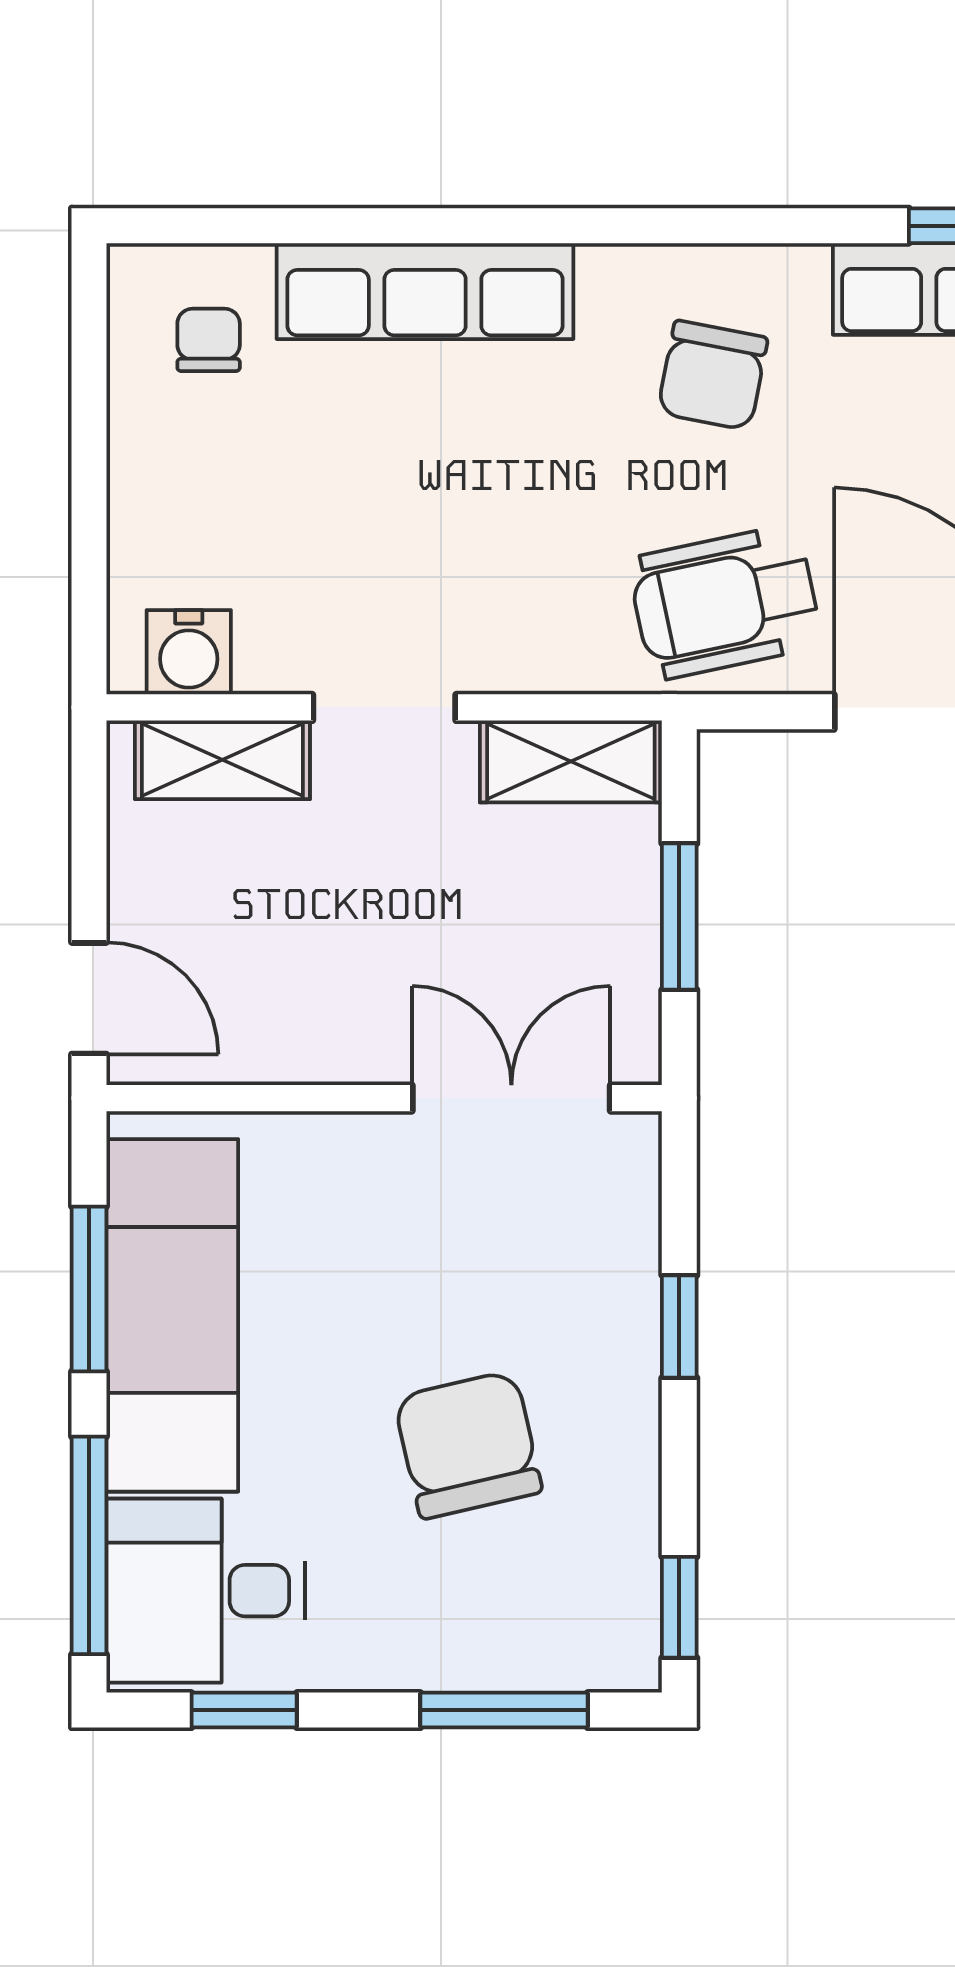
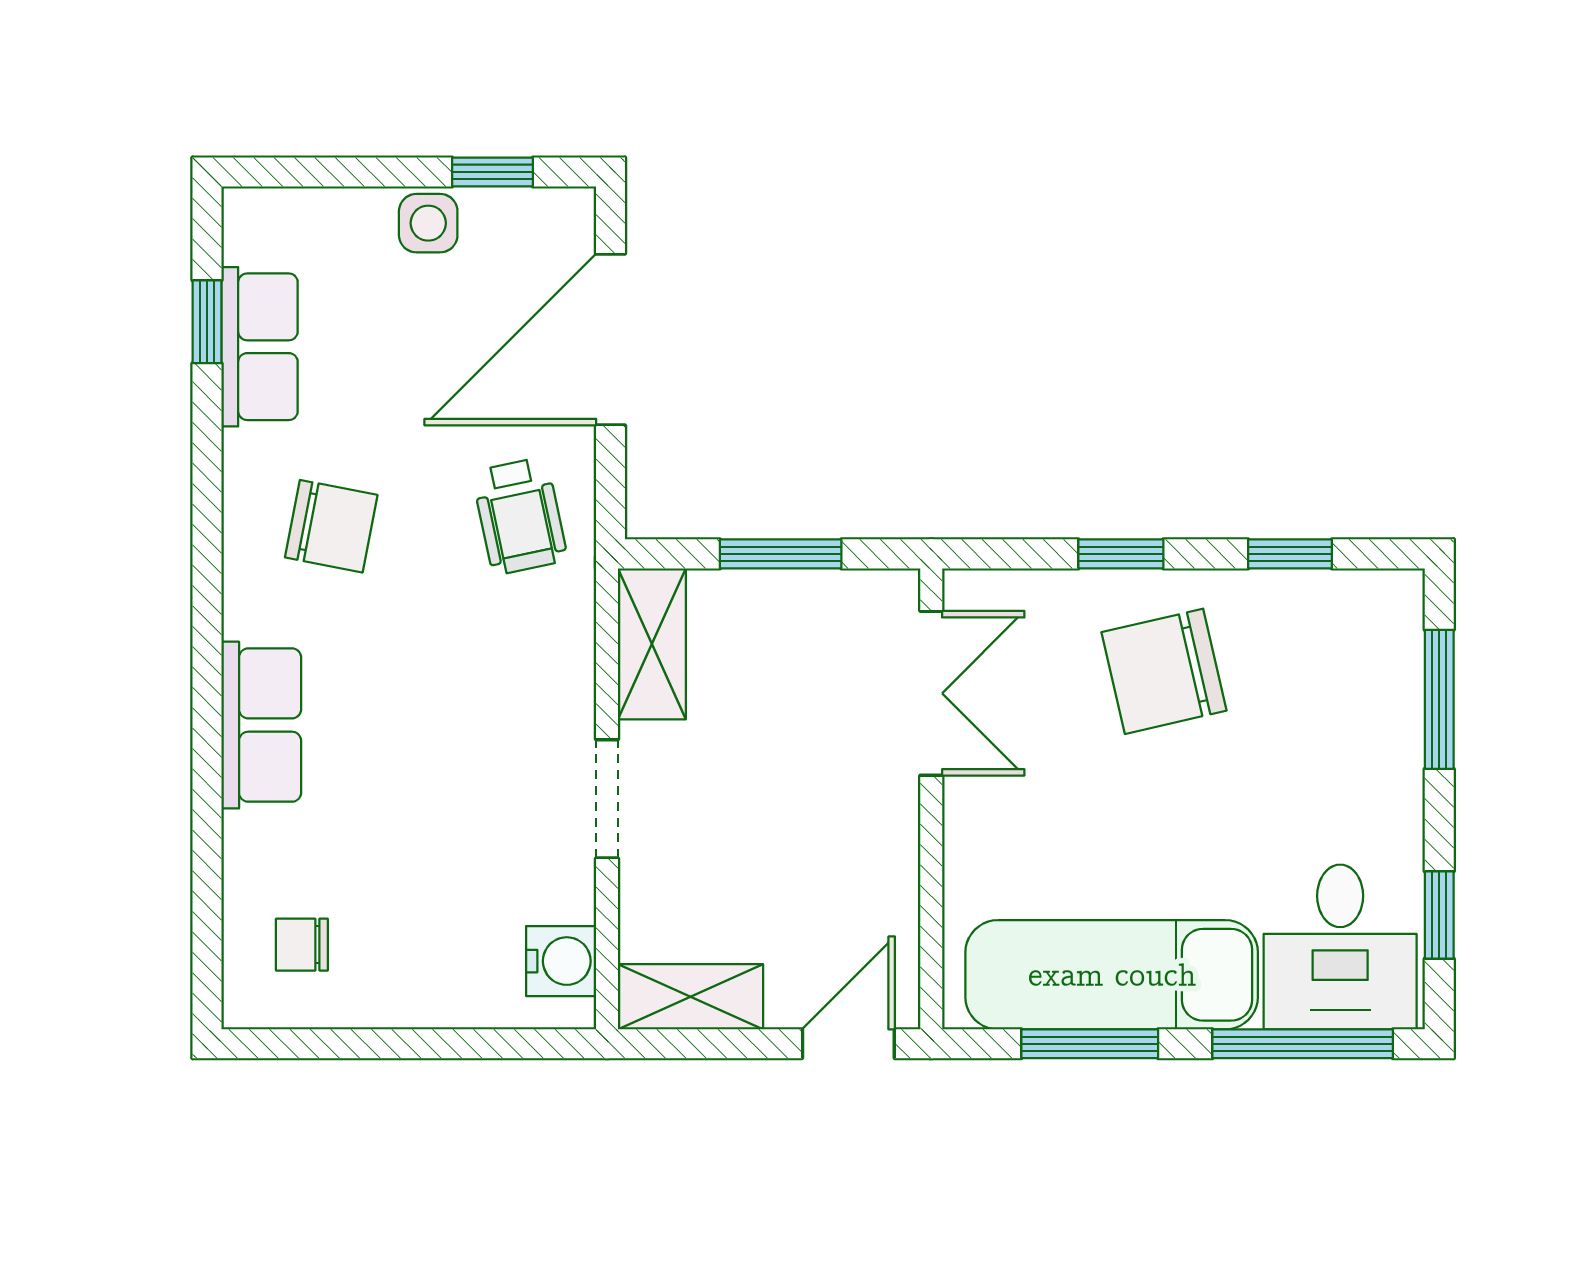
row of seats: (425, 291) -> (261, 725), width x0.68
wheelchair: (725, 602) -> (520, 516), width x0.73, depth x0.73
shelving: (222, 760) -> (690, 997), moved, turned 90
double door: (511, 1098) -> (931, 693), swing flipped
chair: (468, 1445) -> (1164, 671), moved
window: (679, 1607) -> (1290, 554), moved

